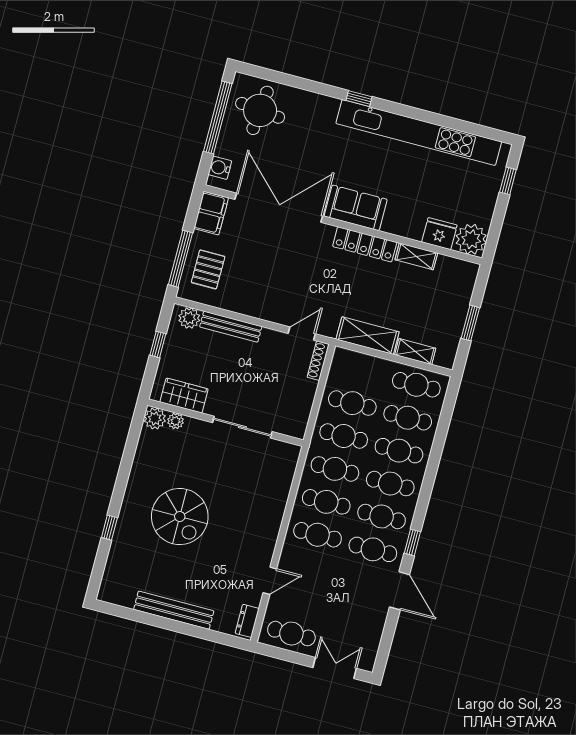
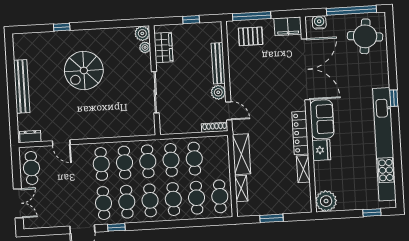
fridge: (439, 234) -> (321, 150), moved
plant: (189, 318) -> (218, 92), moved

